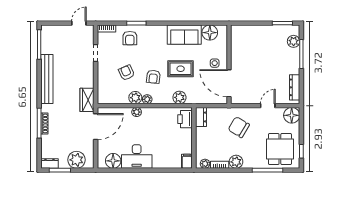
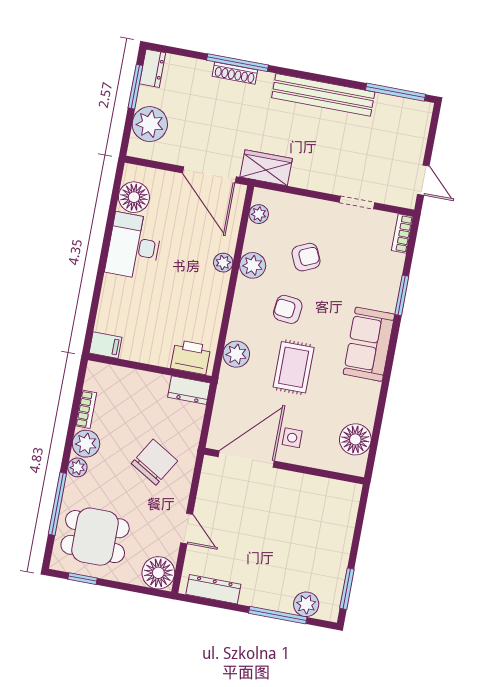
sofa: (184, 35) -> (369, 344), moved
armchair: (130, 38) -> (374, 277), removed
plant: (147, 99) -> (259, 214), moved
plant: (205, 164) -> (77, 467), moved

